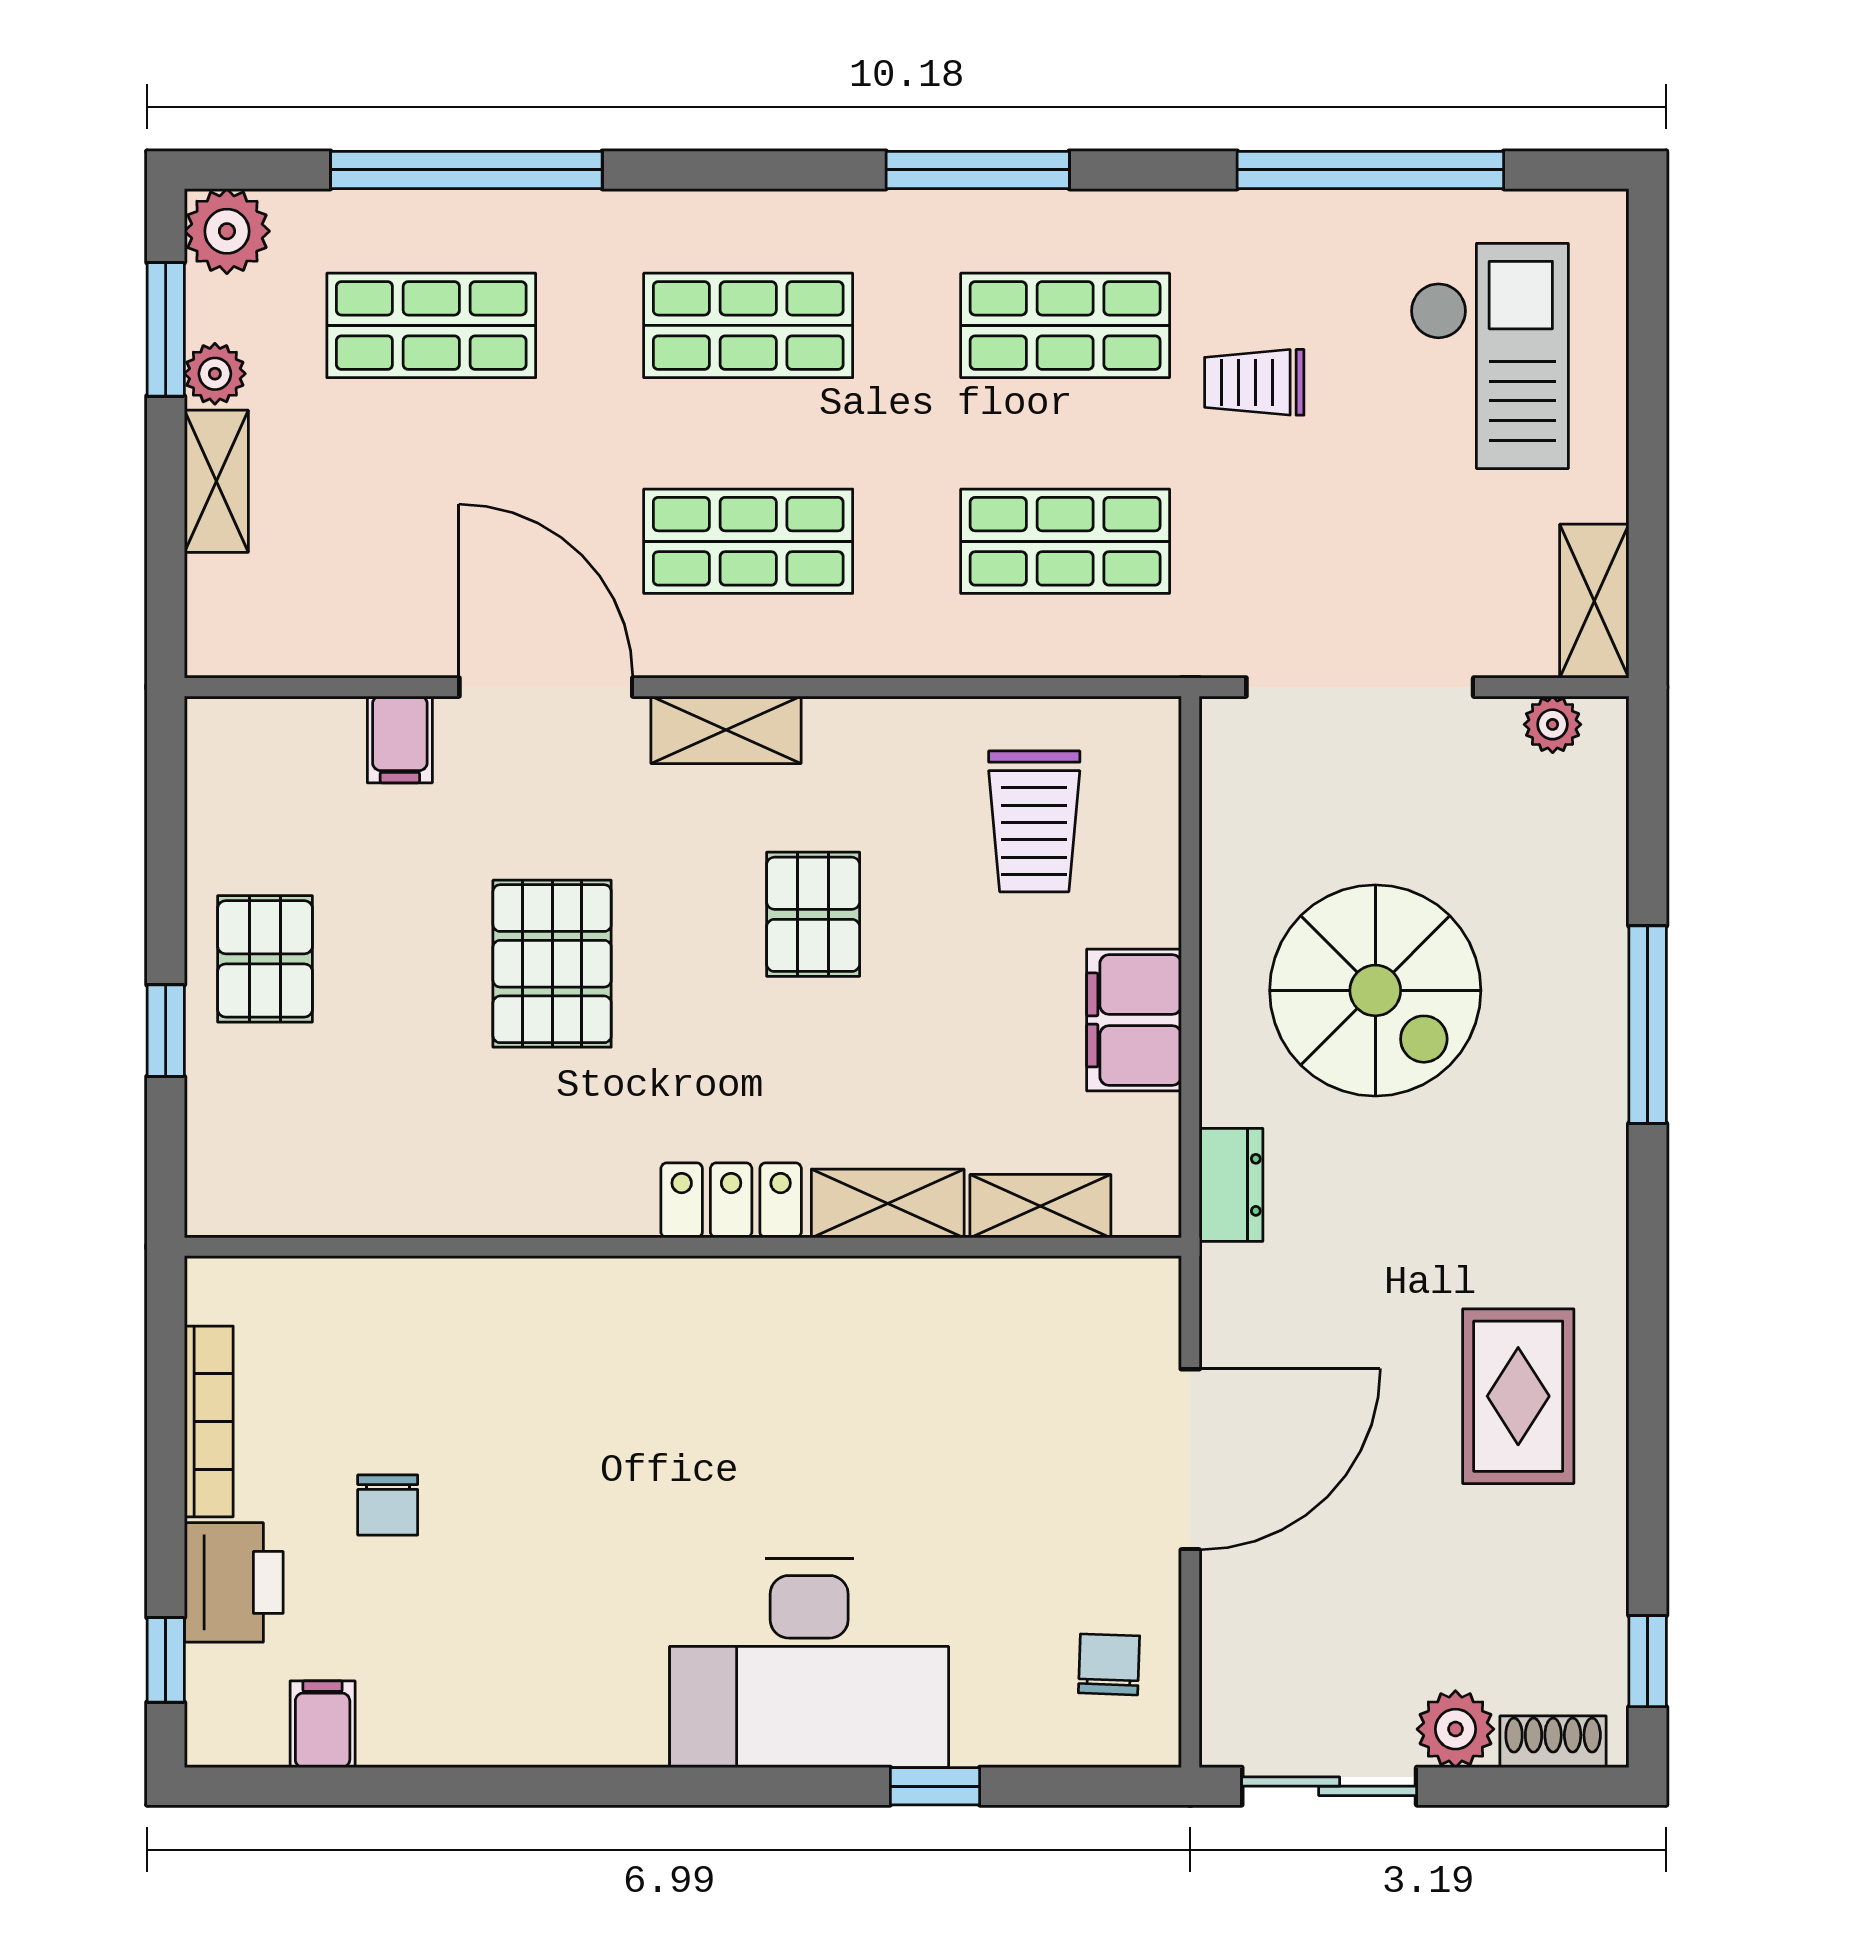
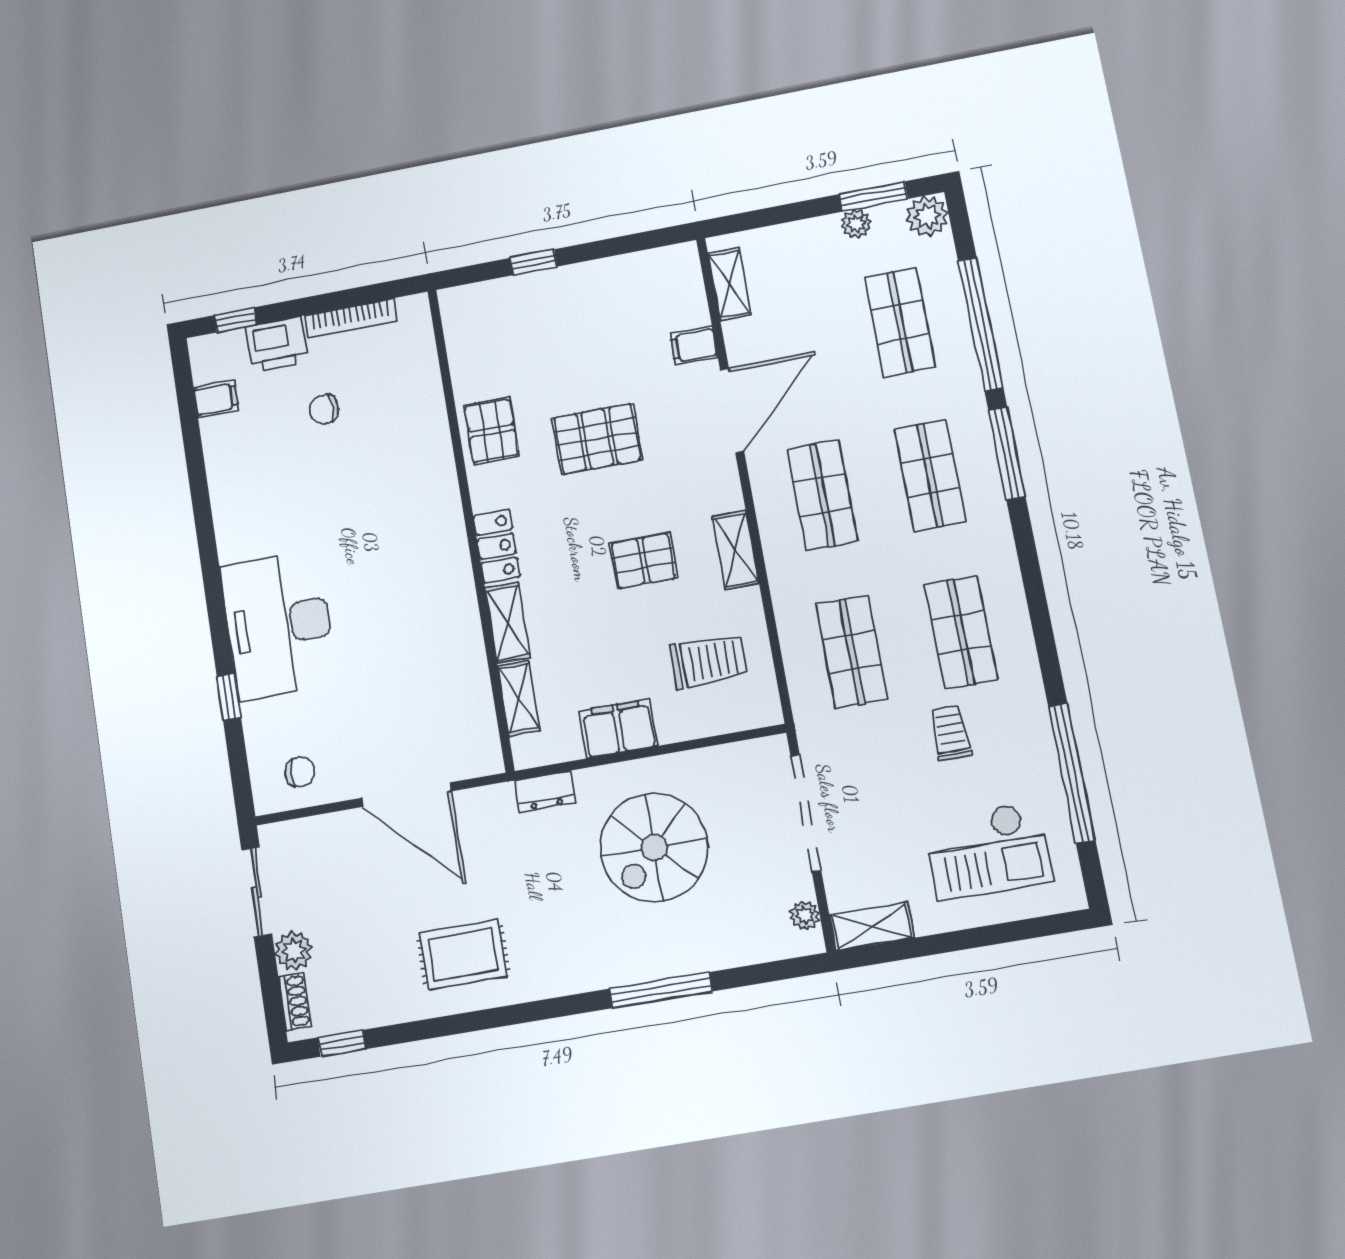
window: (978, 170) -> (1007, 453), moved
shelving: (216, 481) -> (729, 284), moved, turned 90
shelving: (726, 730) -> (736, 550), moved
trolley: (1034, 821) -> (709, 661), turned 180
pallet: (265, 959) -> (491, 431), moved, turned 90

